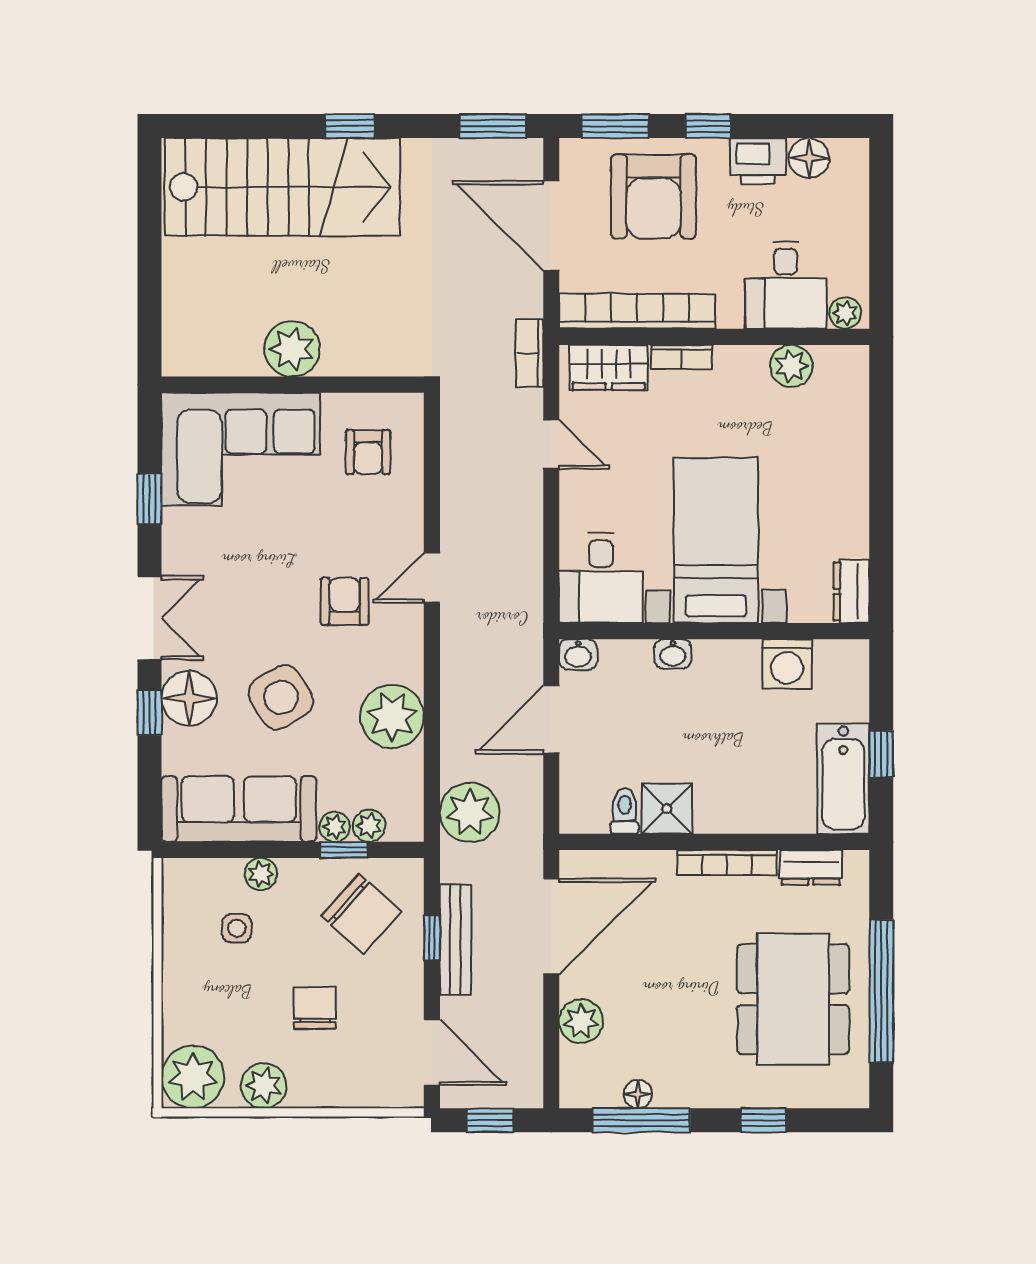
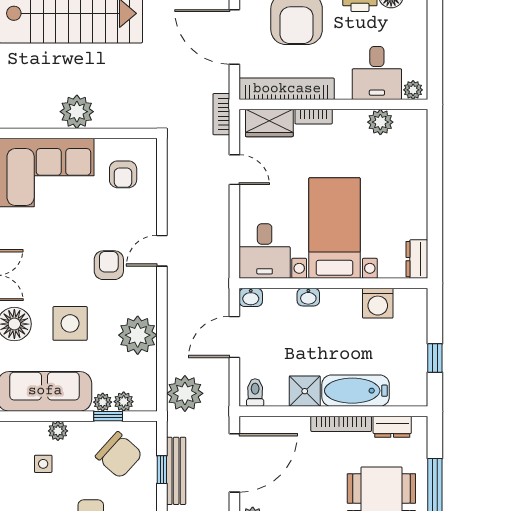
side table: (281, 697) -> (70, 323), turned 32
bathtub: (843, 779) -> (356, 391), moved, turned 90
toilet: (625, 811) -> (255, 393), moved

